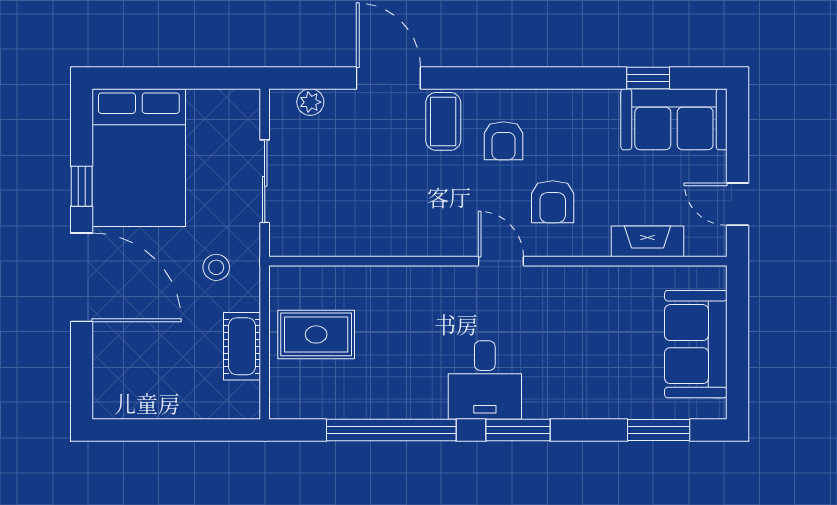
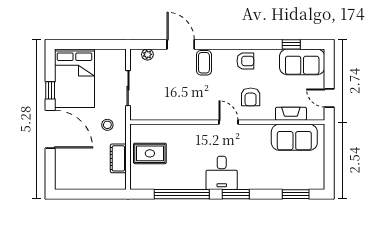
armchair: (504, 141) -> (245, 61), moved, turned -90
sofa: (696, 344) -> (294, 137), moved, turned -90

